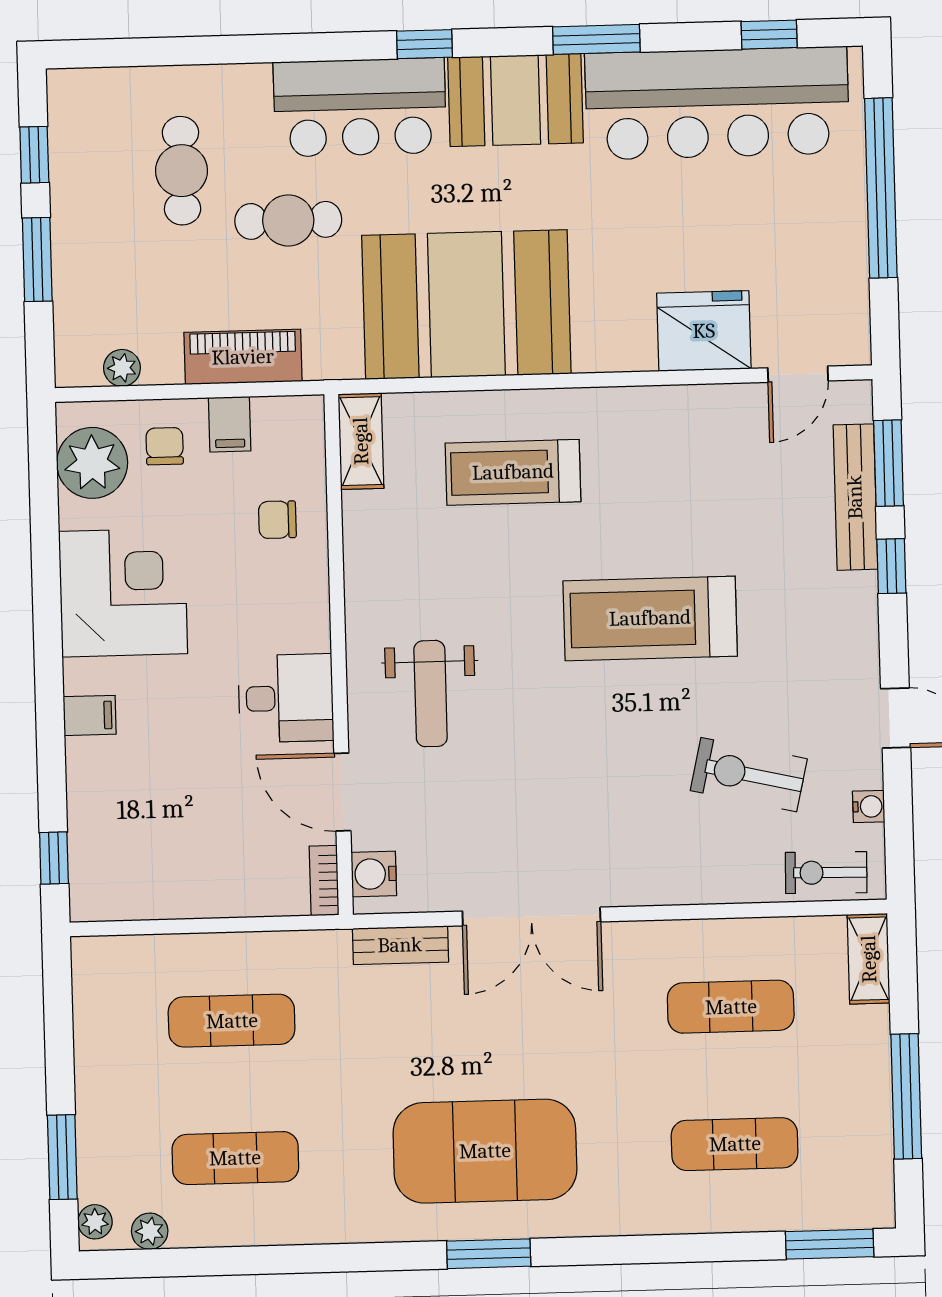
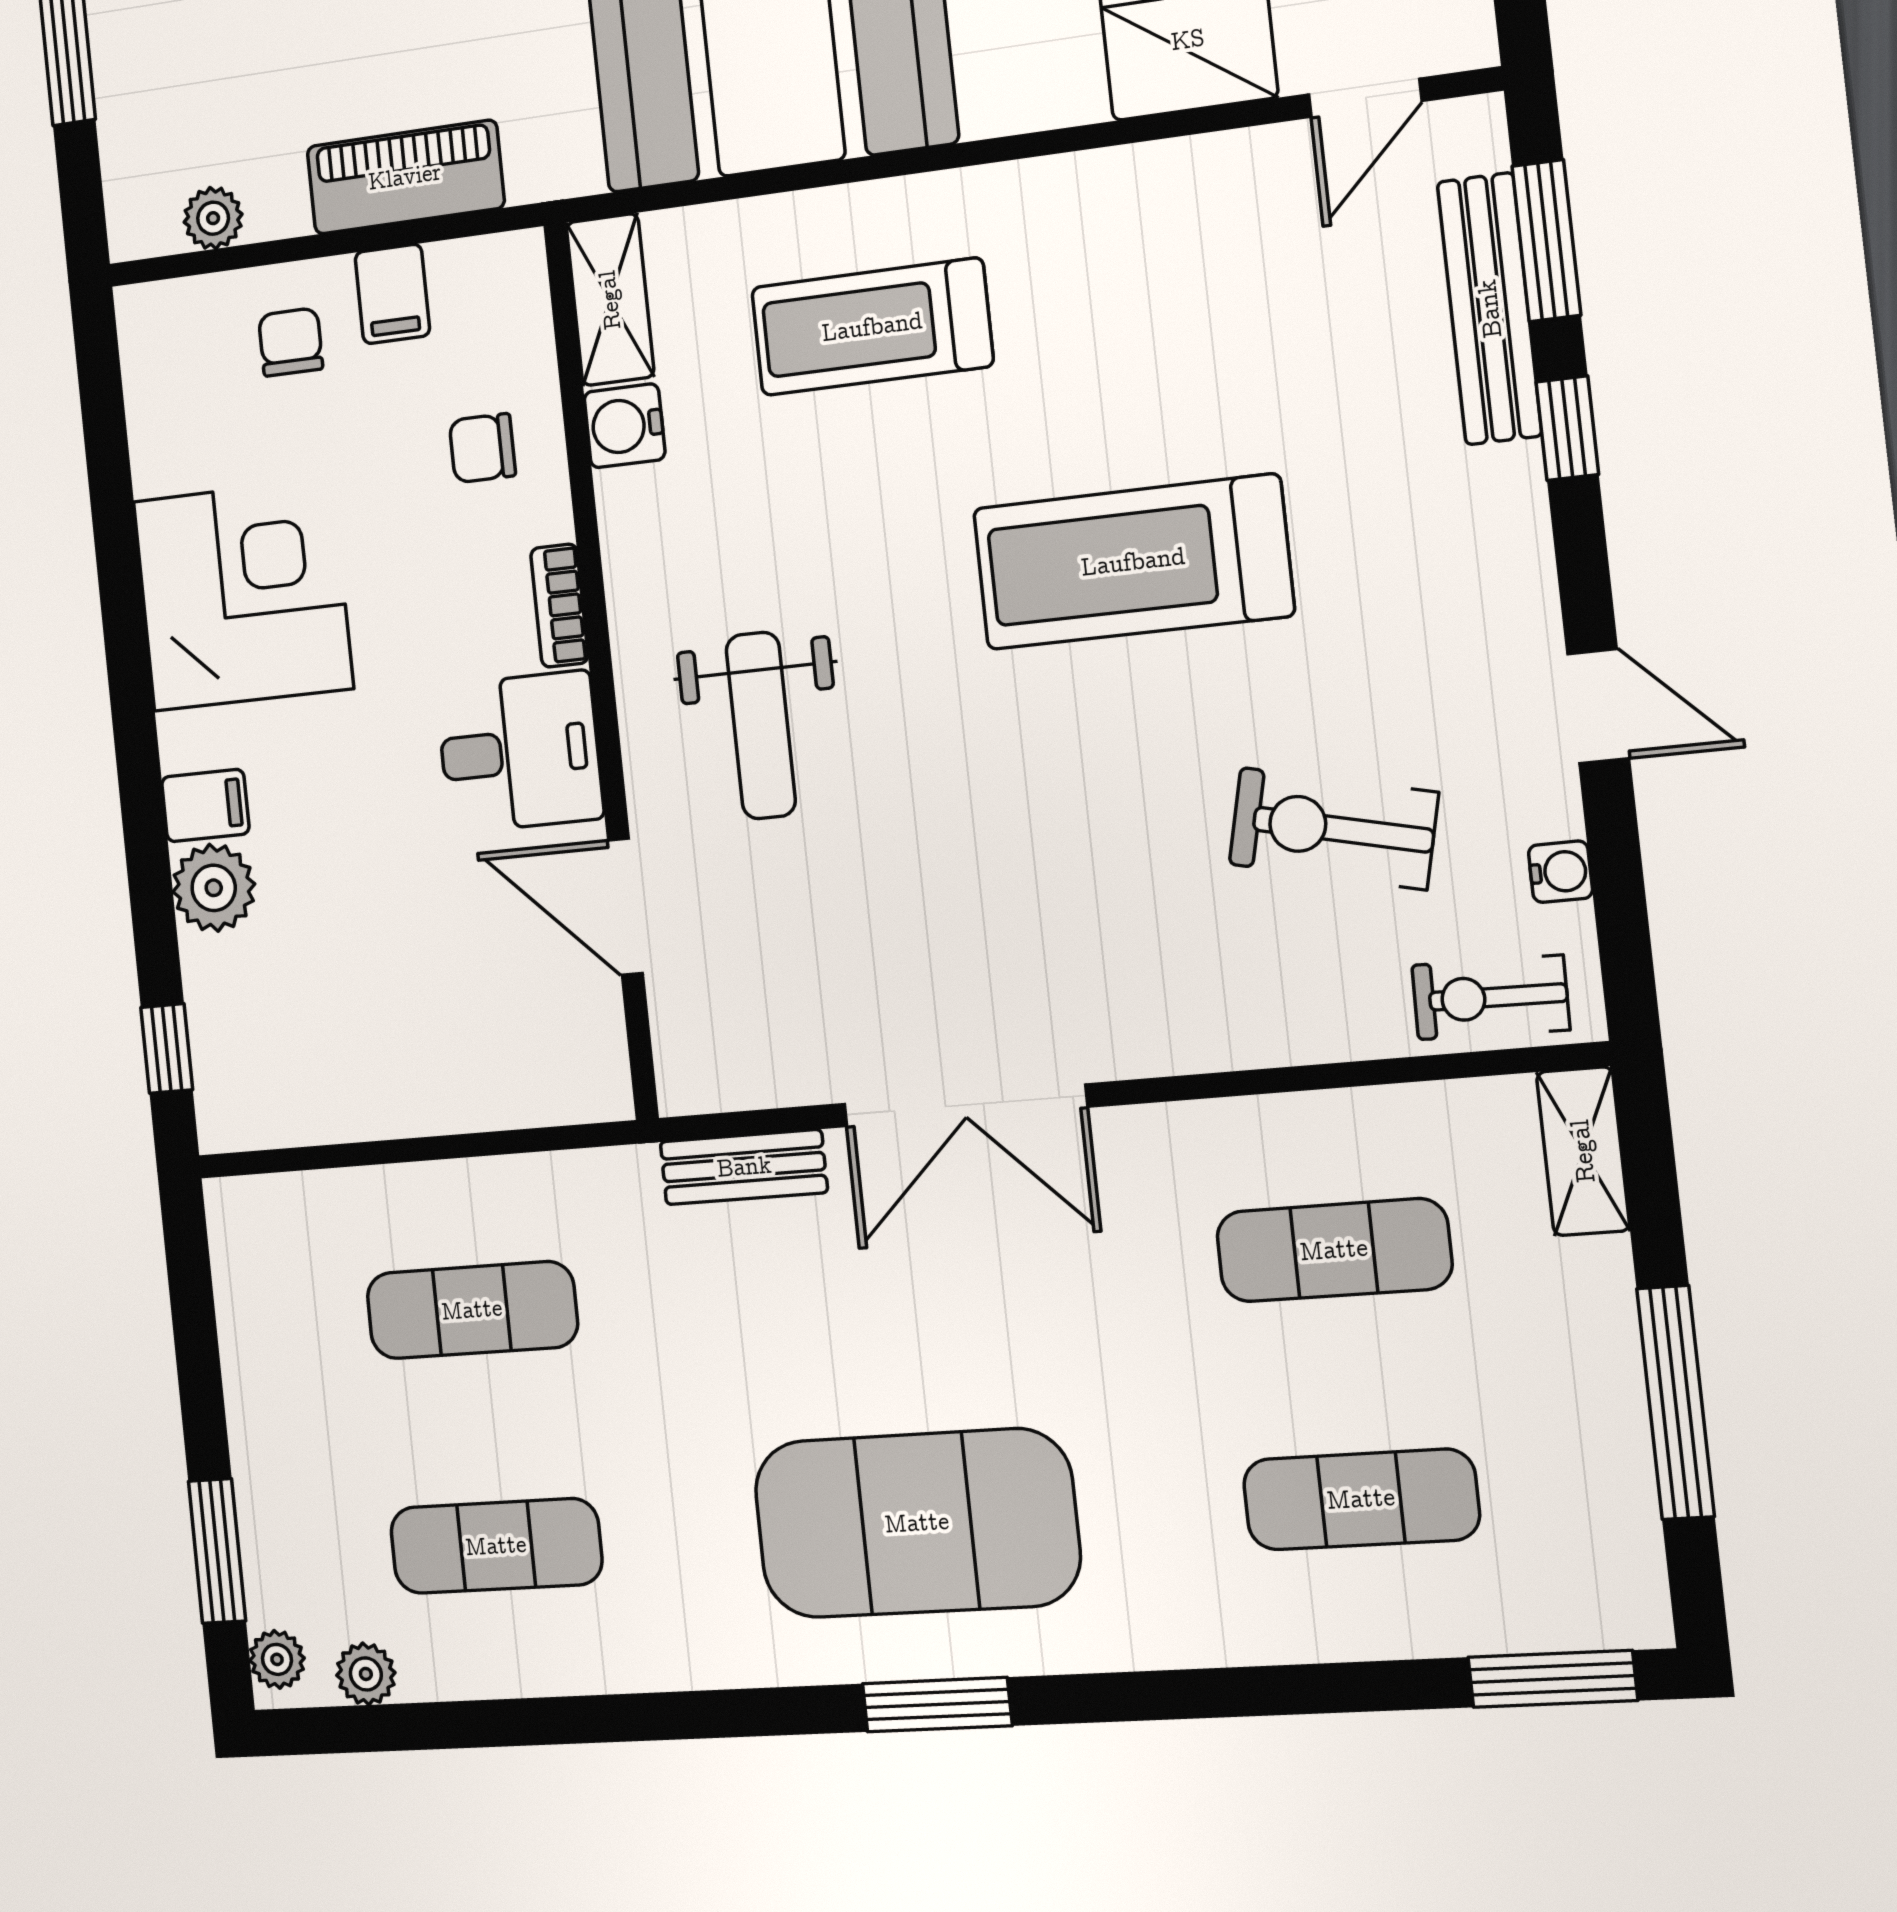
plant: (92, 463) -> (214, 888), moved, width x0.73, depth x0.73
water cooler: (374, 874) -> (625, 426), moved
bookcase: (324, 881) -> (559, 606), moved

